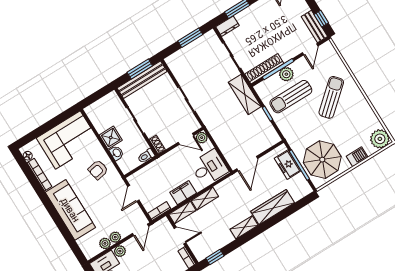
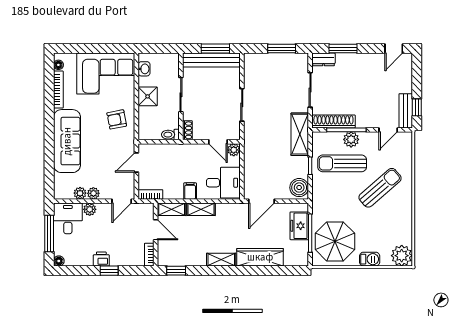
boiler: (269, 135) -> (299, 188), added
washbasin: (117, 153) -> (144, 69), moved
filing cabinet: (183, 193) -> (190, 191), width x0.50

